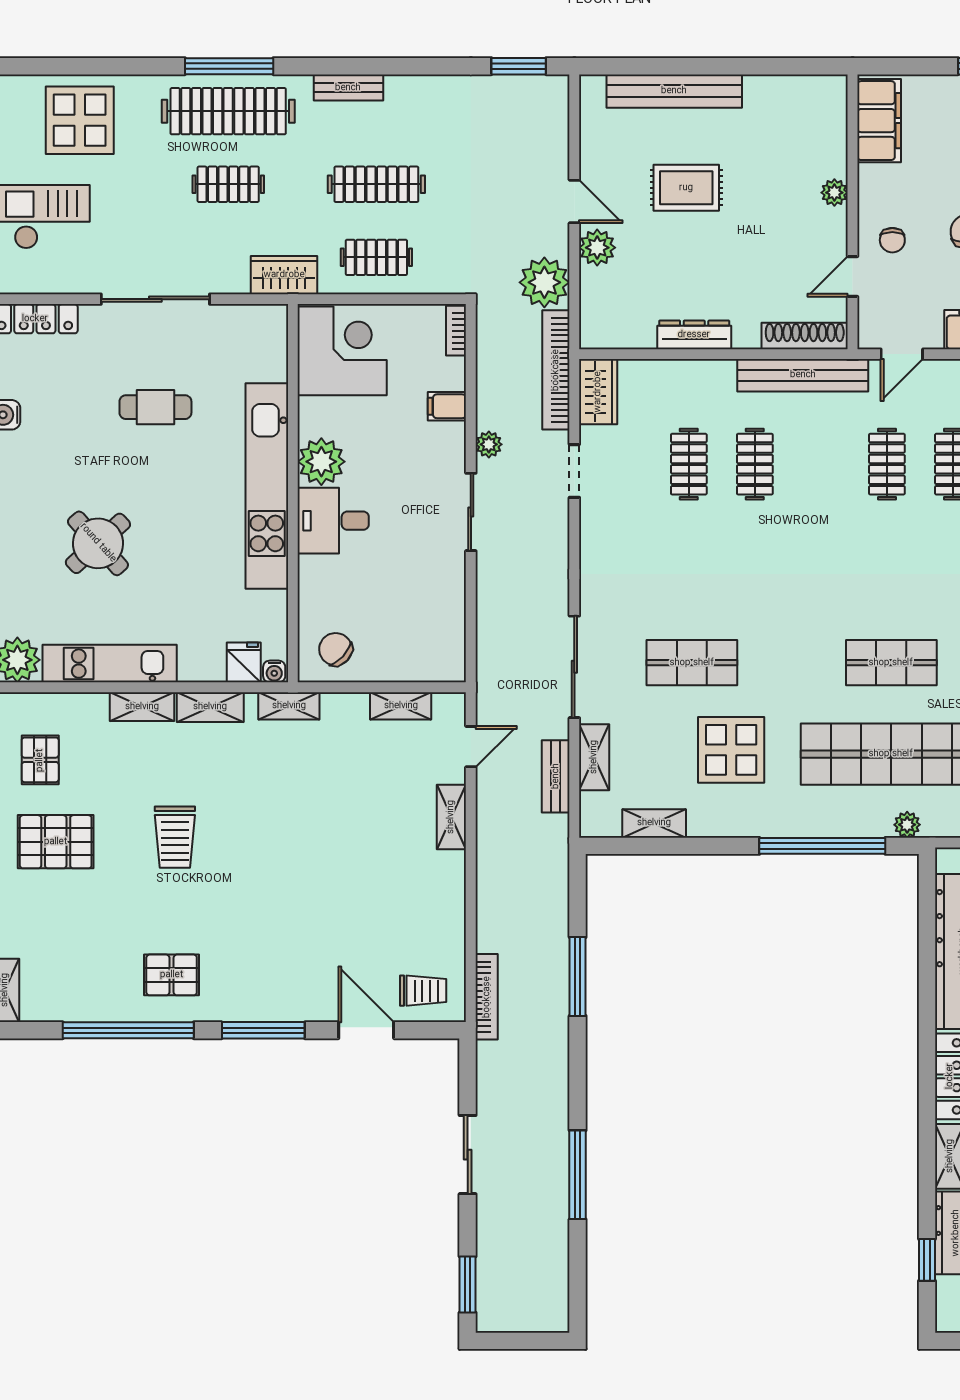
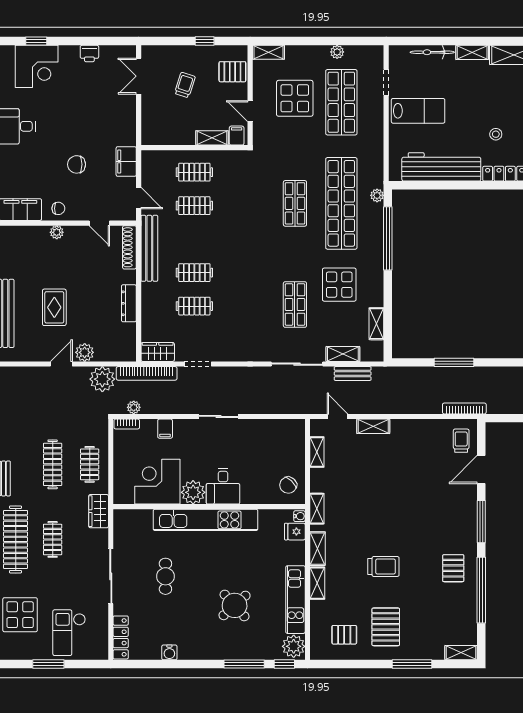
chair: (892, 240) -> (58, 208), moved
corner desk: (342, 351) -> (157, 482), moved
plant: (489, 444) -> (134, 407), moved

